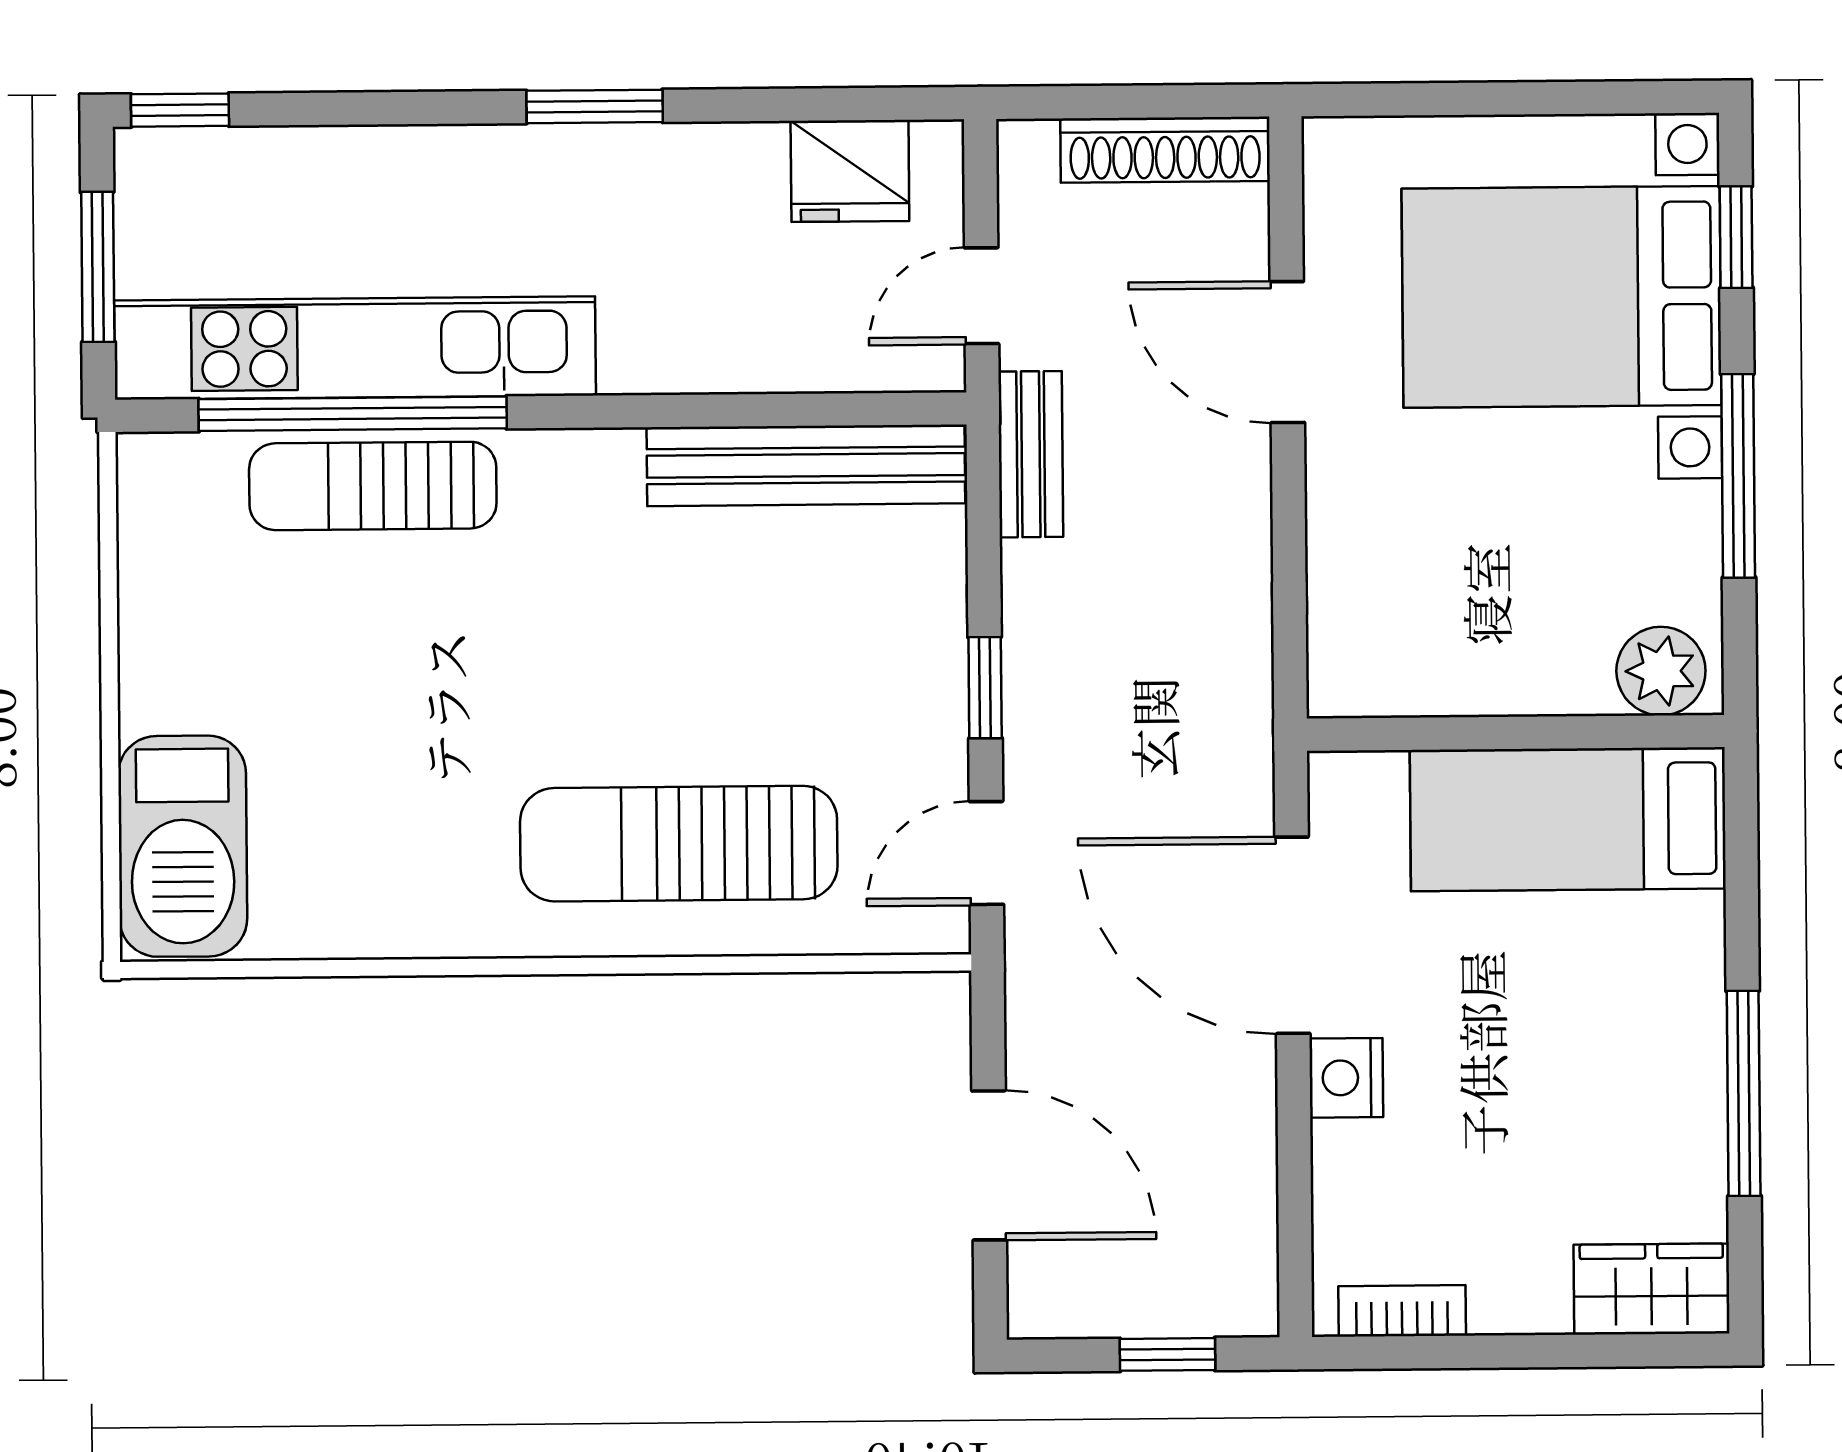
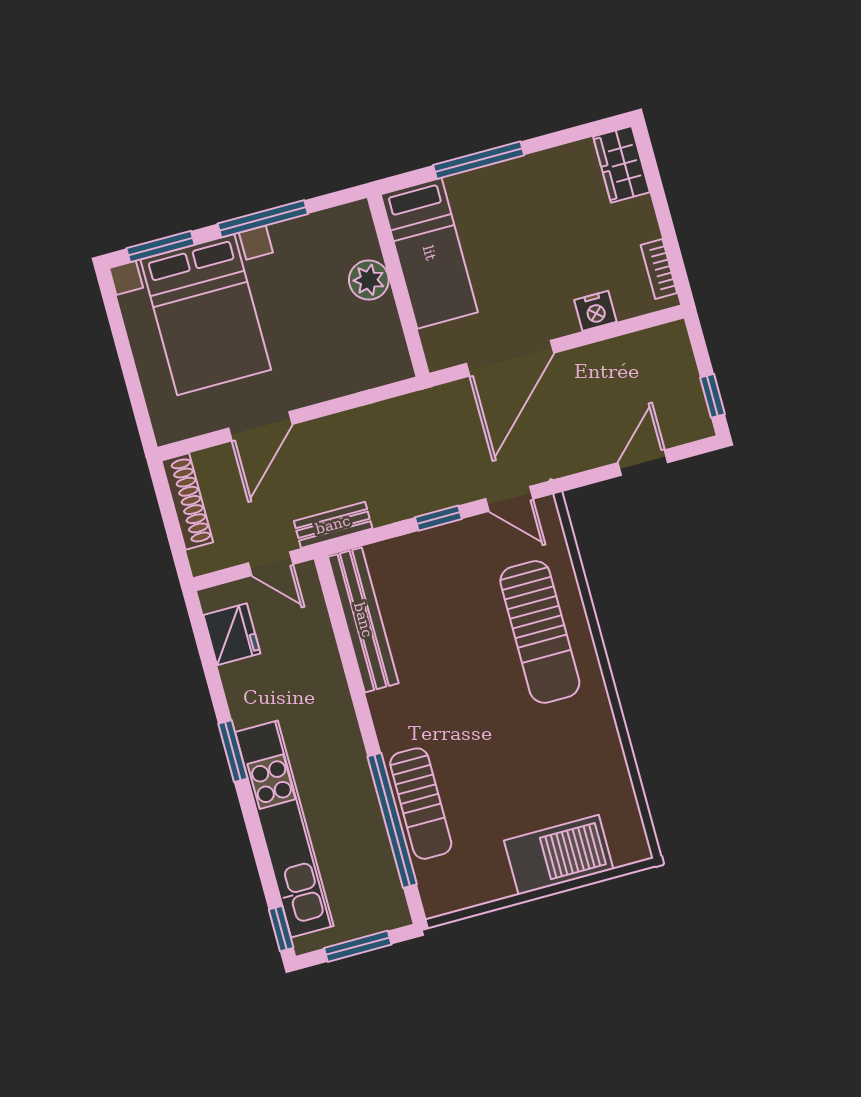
window: (1736, 237) -> (161, 247), width x1.50
kitchen unit: (355, 348) -> (284, 829), moved, turned 180
plant: (1661, 671) -> (369, 280), moved
barbecue: (183, 846) -> (559, 855), moved
nightstand: (1346, 1078) -> (595, 311), moved
window: (1744, 1093) -> (479, 160), moved
door: (989, 1165) -> (643, 463), width x0.73
window: (1167, 1354) -> (712, 396), moved

